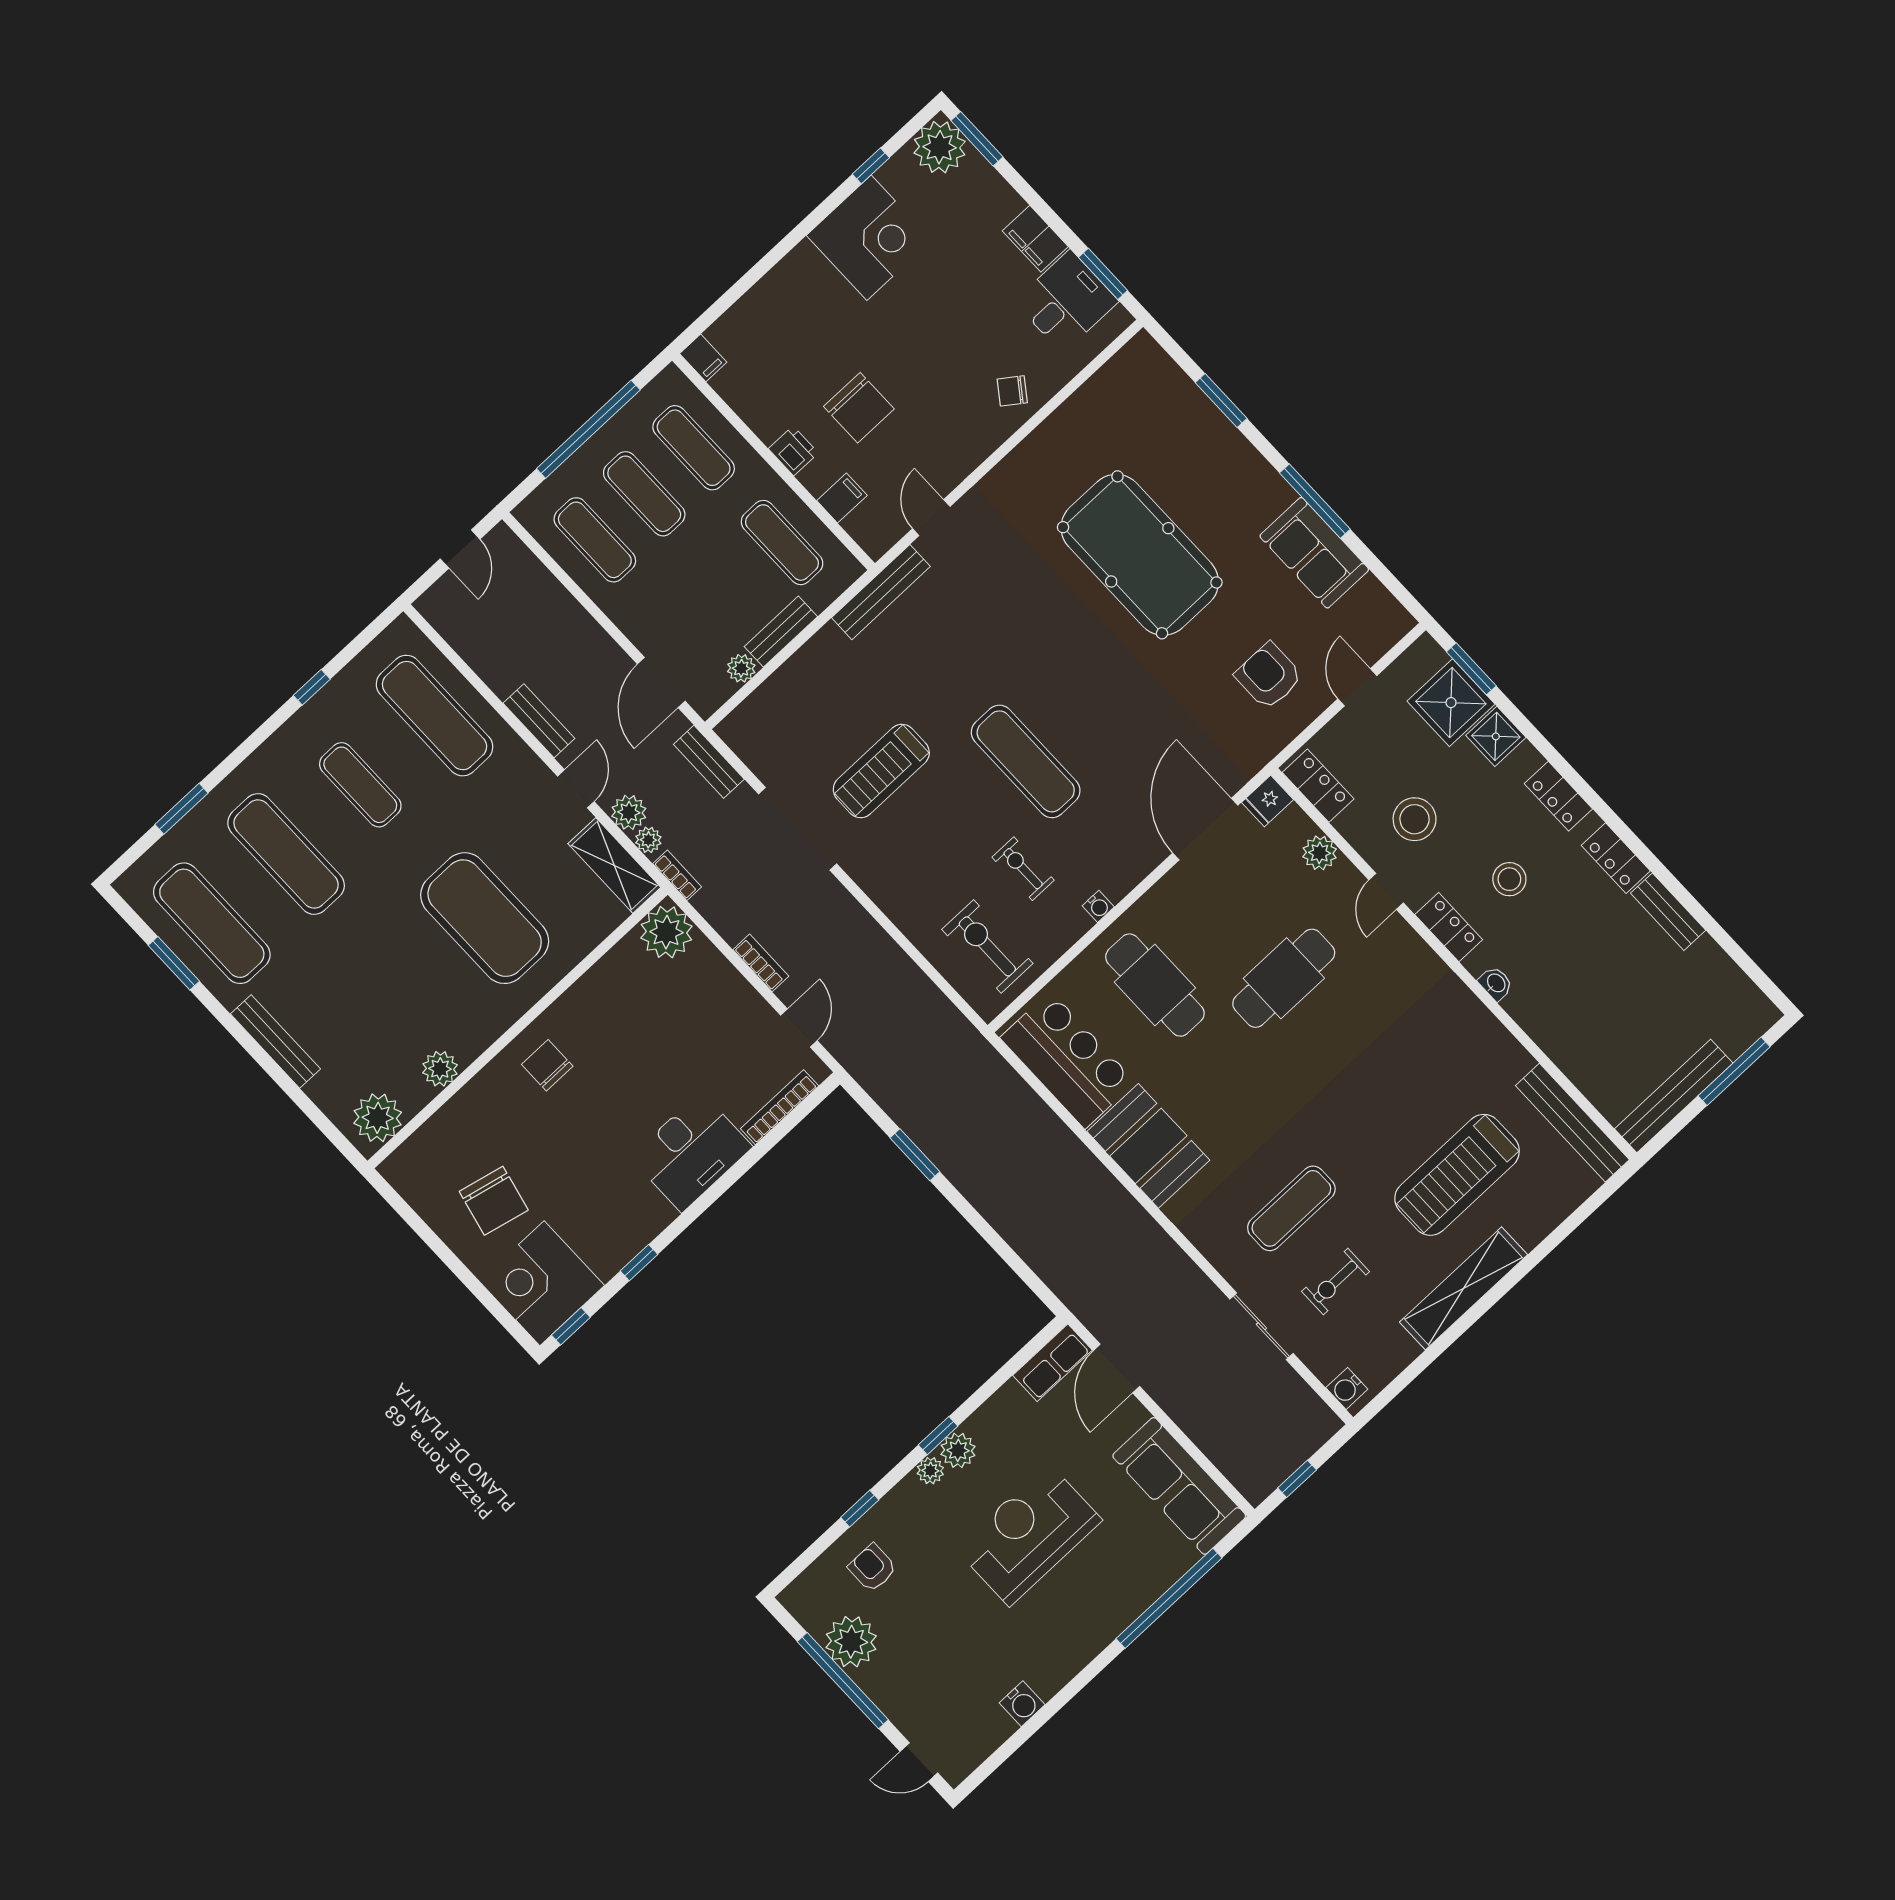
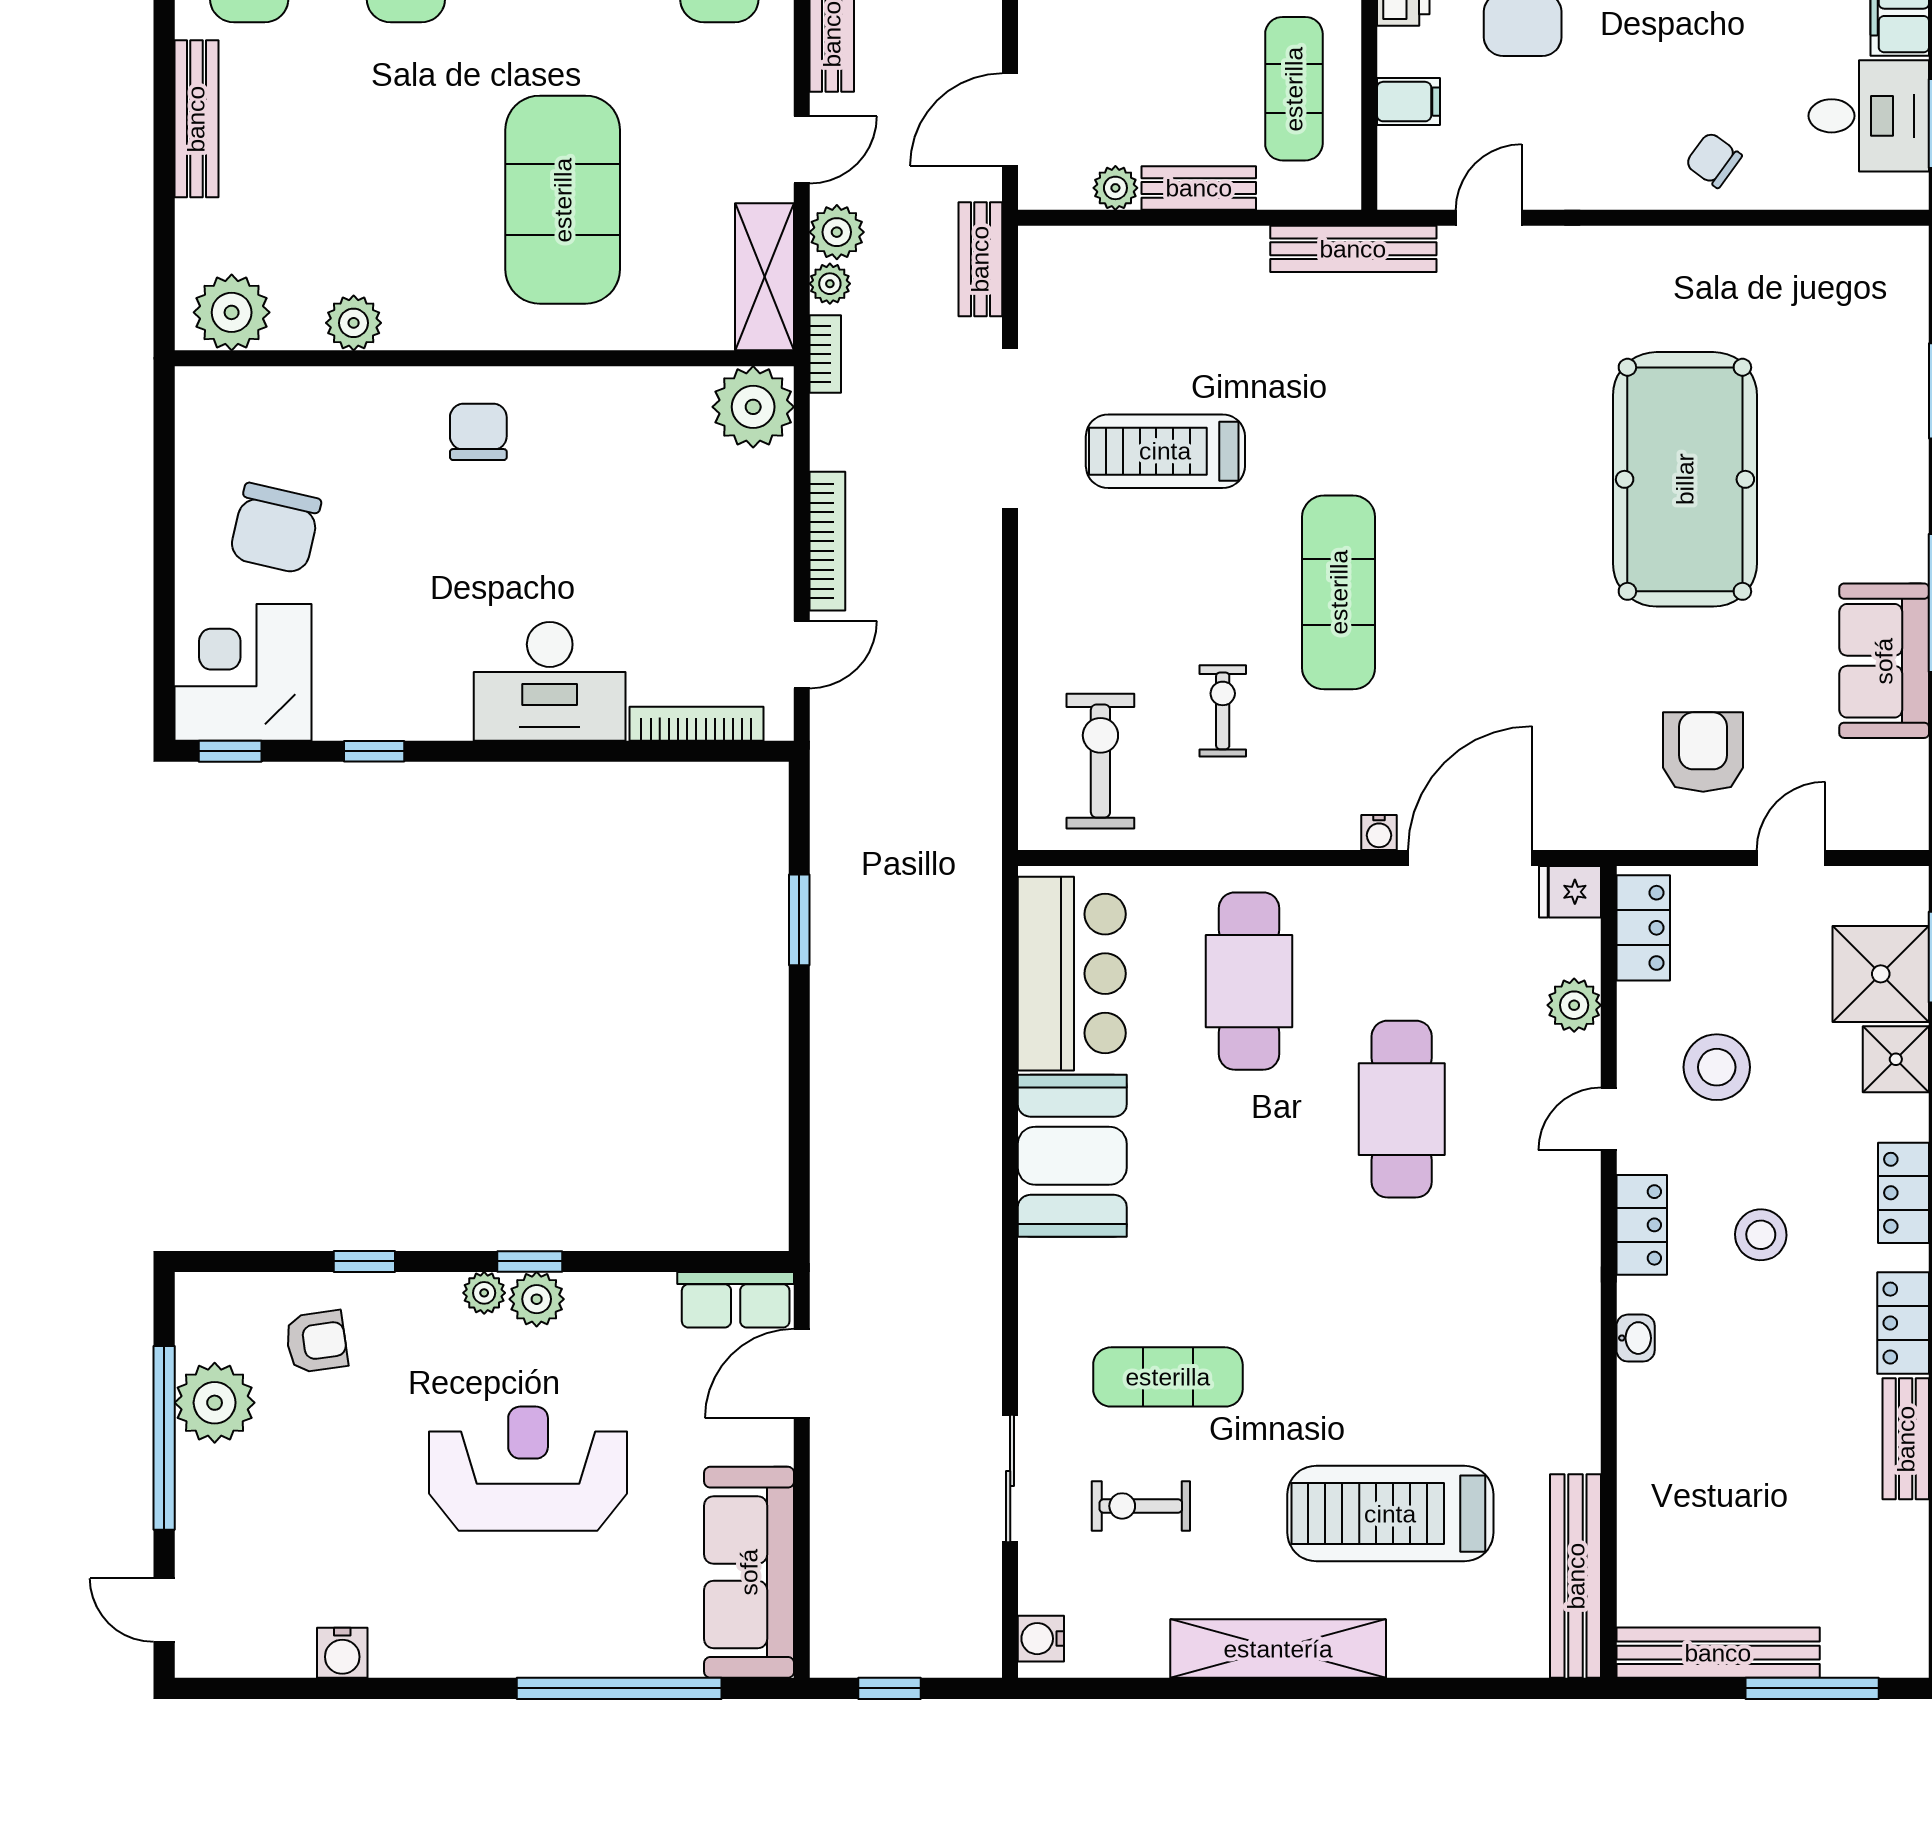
water cooler: (1098, 906) -> (1379, 832), moved
bookcase: (761, 963) -> (827, 541), width x1.56
cafe table: (1284, 978) -> (1402, 1109), turned 90
armchair: (872, 1568) -> (316, 1342), turned 82

